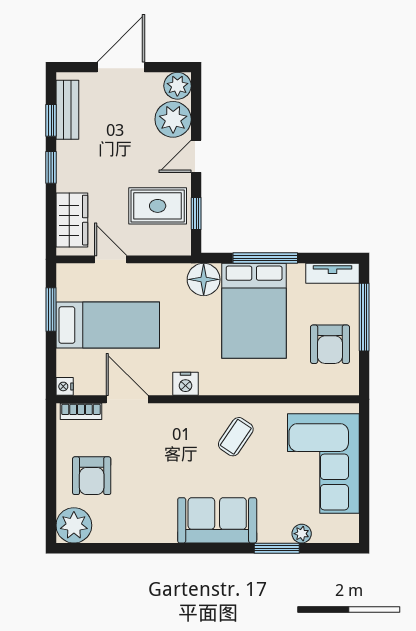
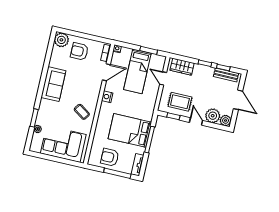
rug: (158, 206) -> (180, 102), turned 90
door: (111, 259) -> (163, 78), swing flipped
floor lamp: (204, 279) -> (147, 113), removed
sofa: (217, 520) -> (53, 84), moved

